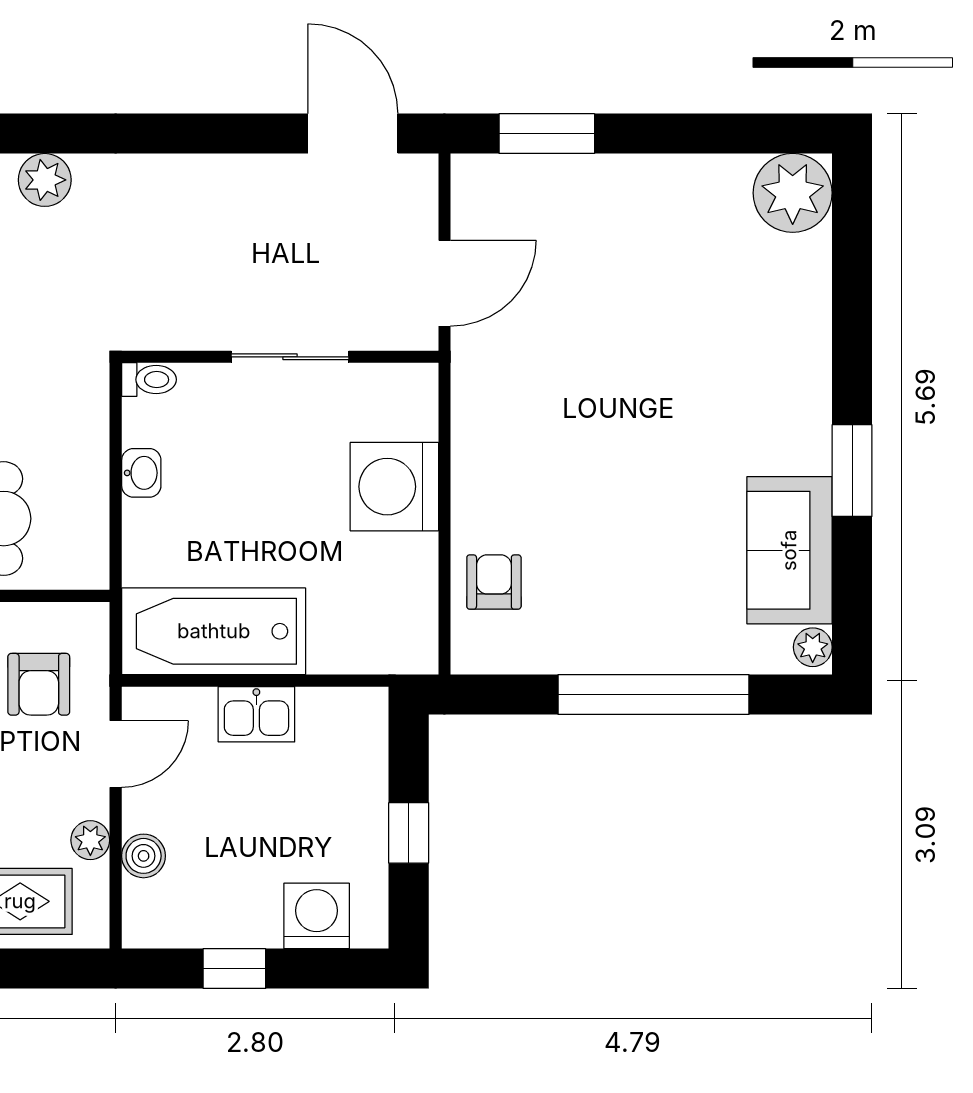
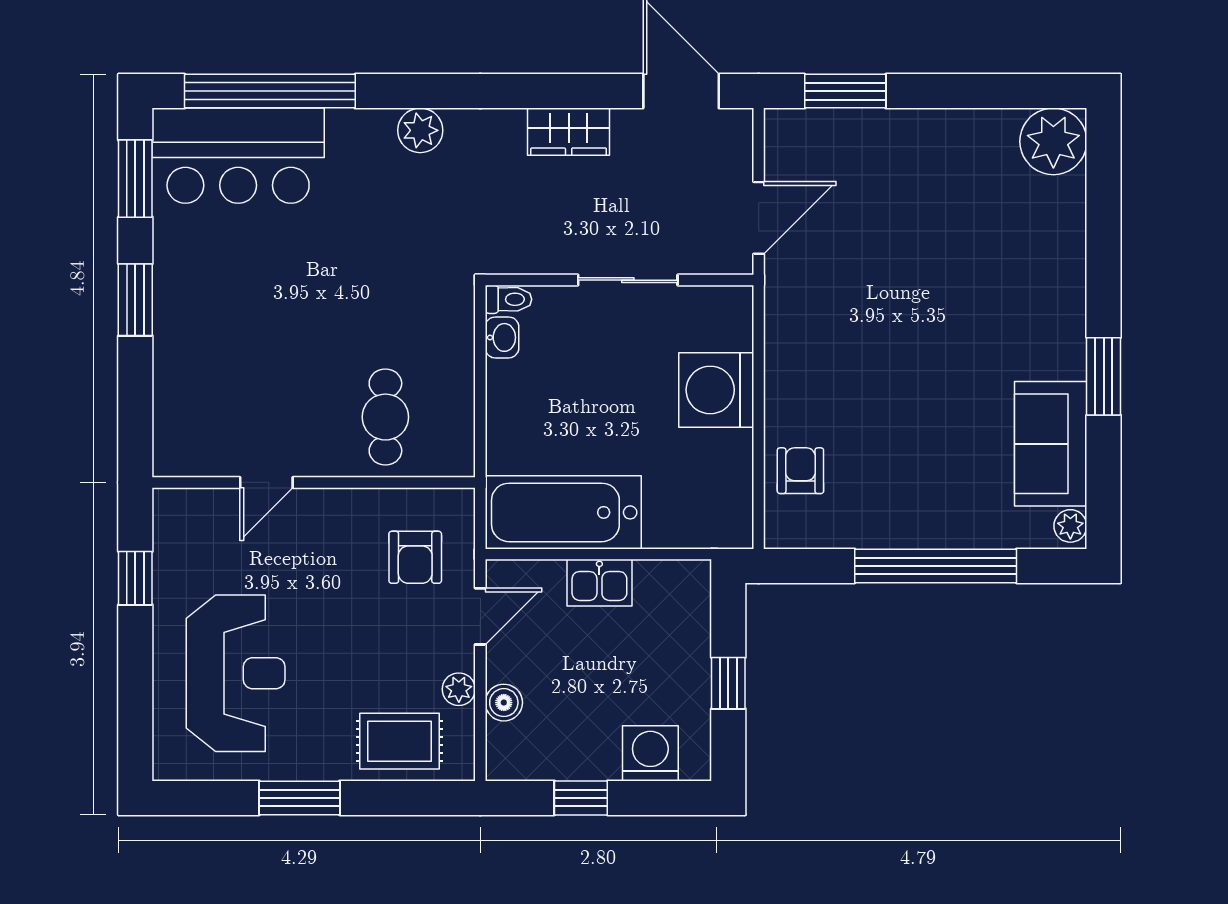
wardrobe: (220, 182) -> (569, 132), added
washbasin: (141, 473) -> (502, 337), moved

